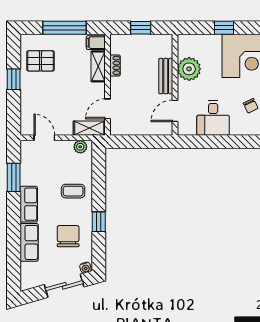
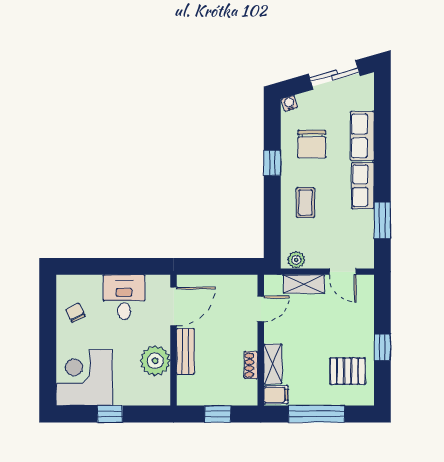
door: (175, 111) -> (174, 306), width x1.38
shelving: (89, 128) -> (304, 284), moved
coffee table: (73, 191) -> (305, 203), turned 90
sliding door: (64, 286) -> (334, 75), moved

